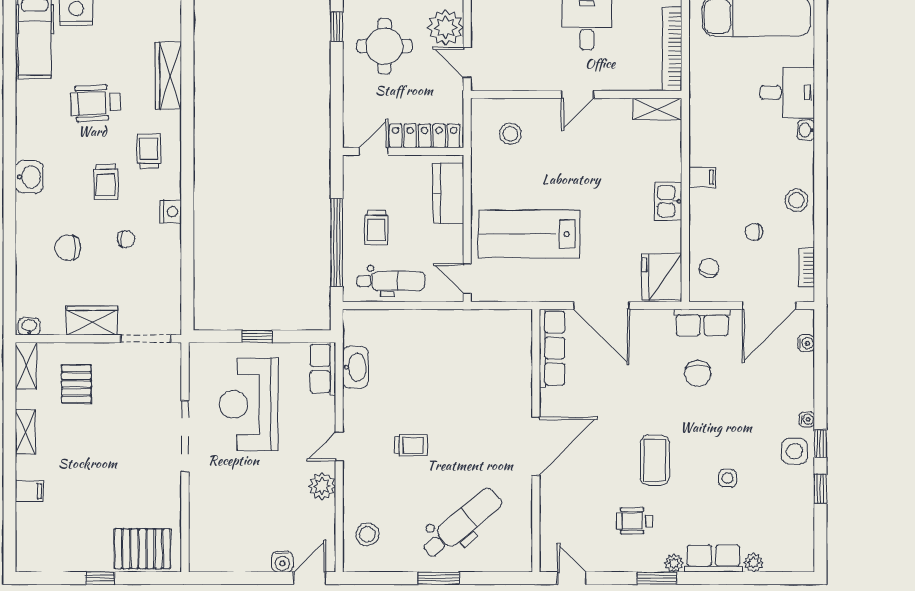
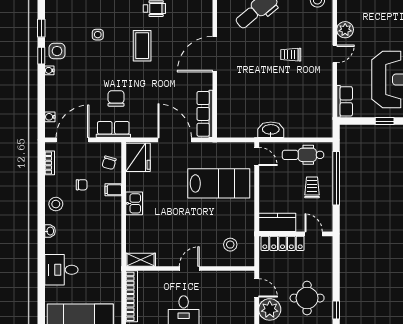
washbasin: (806, 130) -> (50, 231), moved
door: (374, 151) -> (314, 234), swing flipped
filing cabinet: (702, 177) -> (113, 190), moved
kitchen counter: (448, 193) -> (277, 222), moved, turned -90
washbasin: (356, 367) -> (271, 130), moved, turned 90

